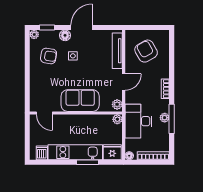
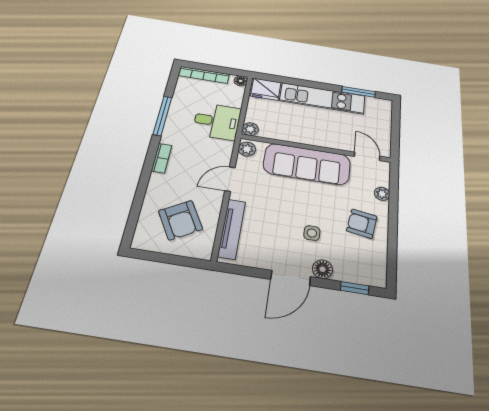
plant: (34, 34) -> (382, 194), moved
armchair: (49, 56) -> (362, 224), moved
sofa: (80, 101) -> (307, 164), width x1.36
plant: (165, 118) -> (174, 119), removed
desk: (138, 121) -> (217, 121), width x0.73
dishwasher: (42, 153) -> (374, 106), removed
window: (87, 162) -> (358, 92), moved

